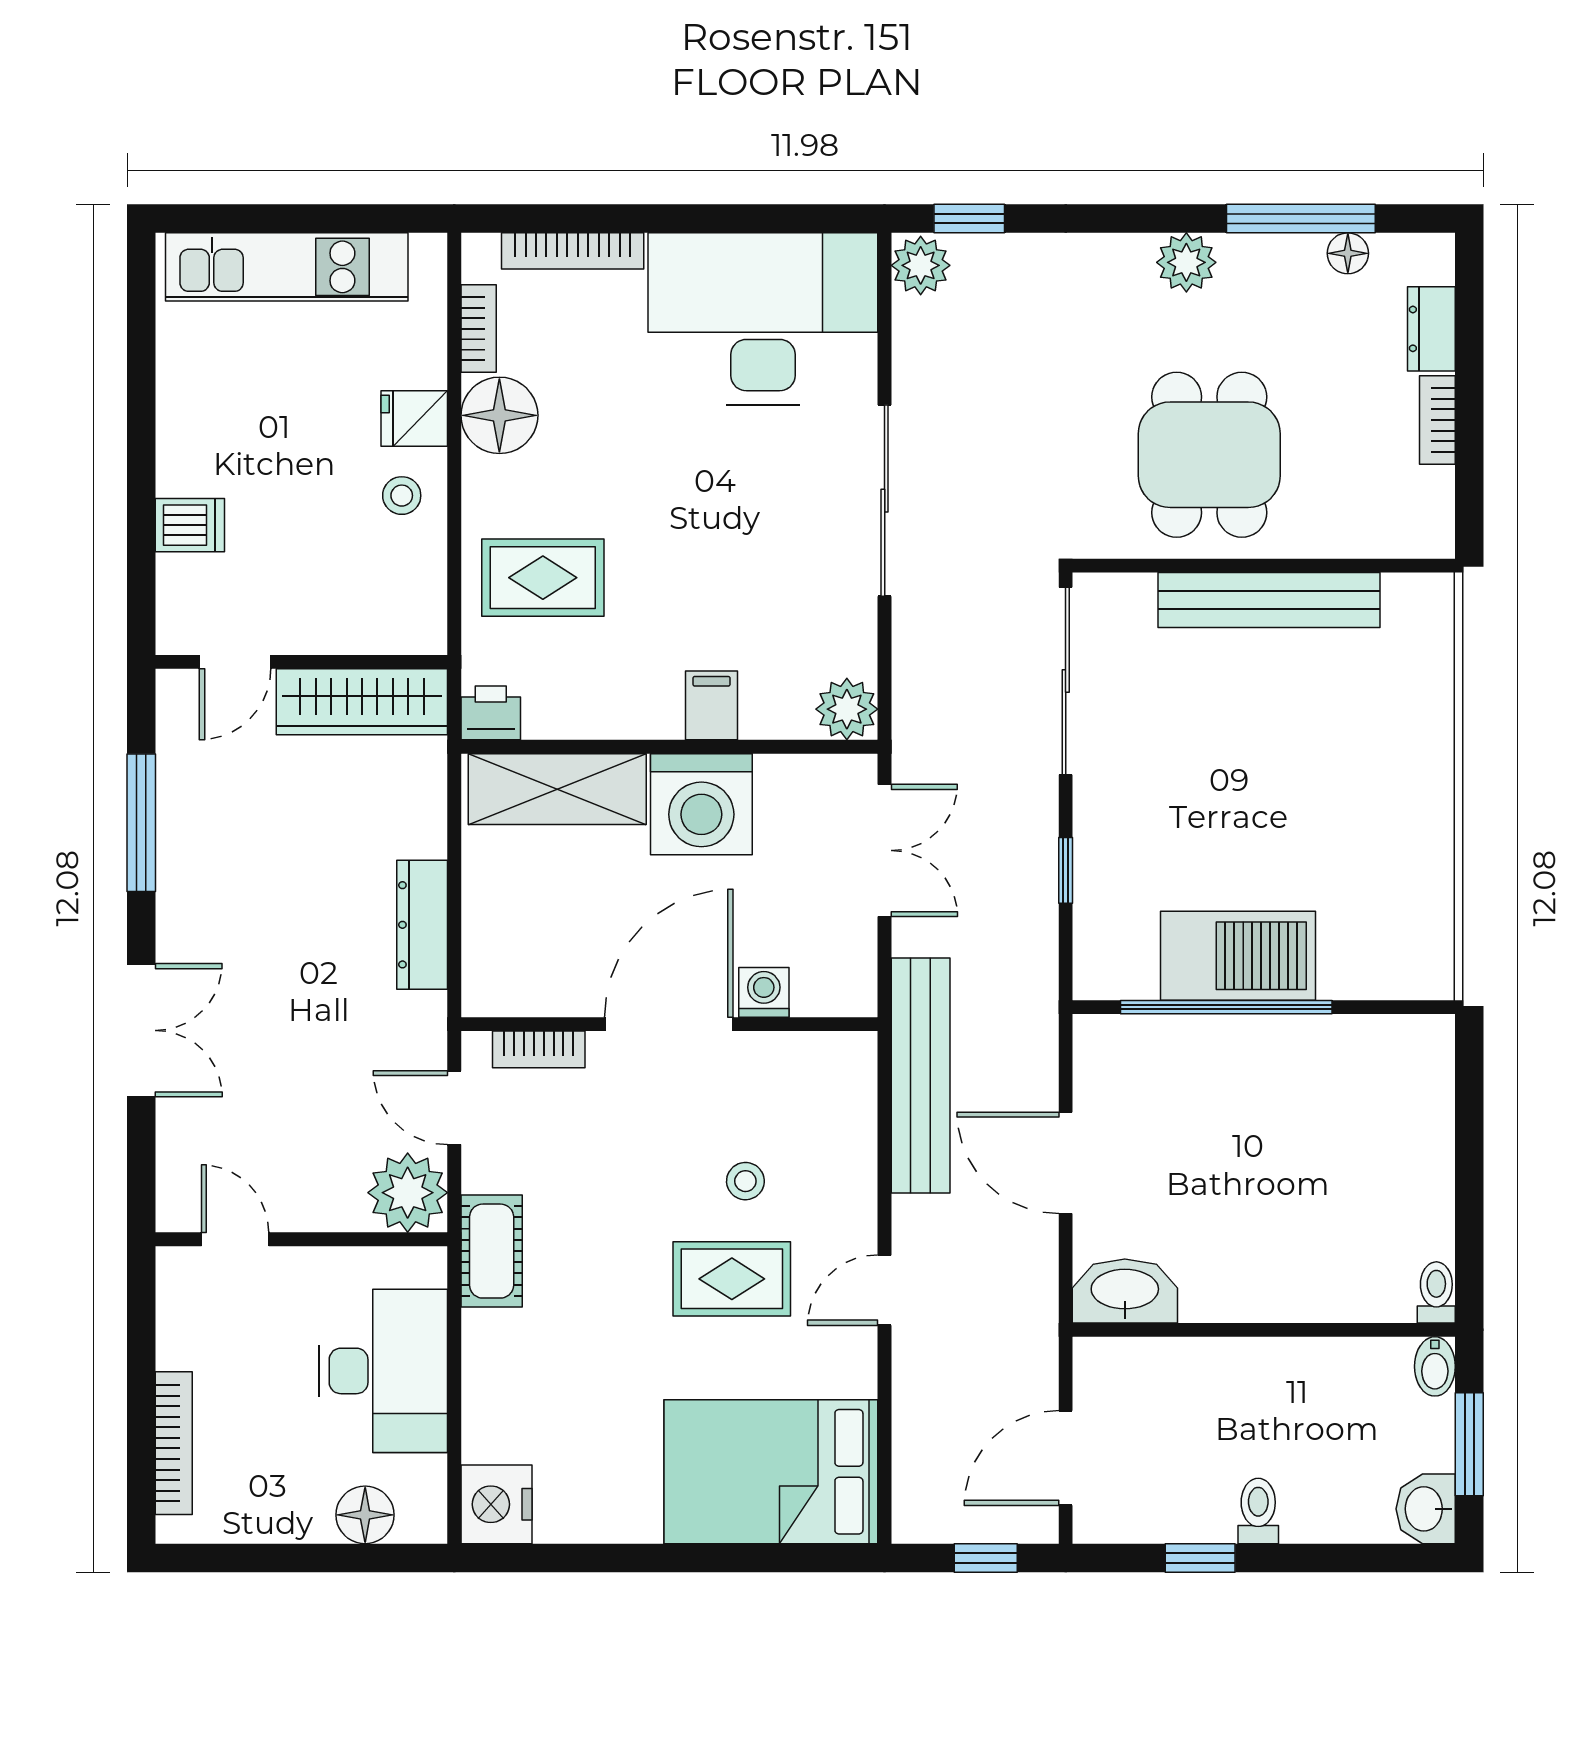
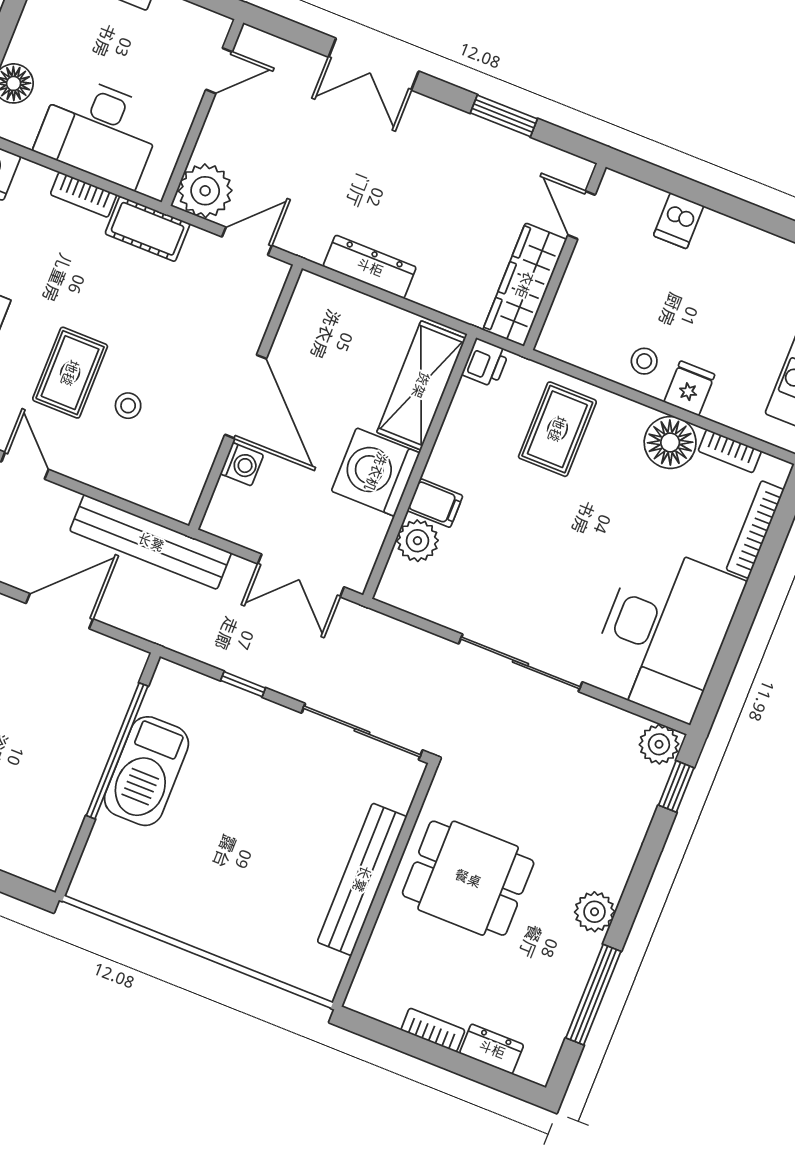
floor lamp: (1348, 253) -> (560, 1015), removed
plant: (847, 709) -> (417, 541), moved
window: (141, 823) -> (504, 116), width x0.69
bookcase: (539, 1049) -> (84, 195), moved, turned -90

